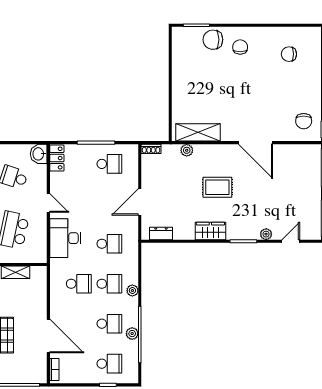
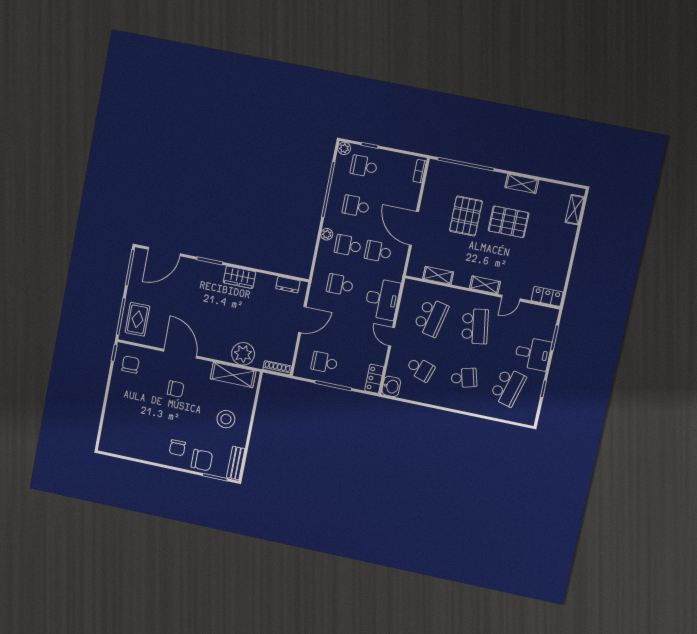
bench: (178, 44) -> (236, 463), added
chair: (289, 54) -> (176, 389), moved
stool: (197, 86) -> (226, 419), added
shoe rack: (151, 149) -> (277, 368), width x1.43
plant: (187, 150) -> (243, 354), width x1.87, depth x1.87
rug: (217, 187) -> (137, 319), moved, turned 90
plant: (266, 234) -> (187, 263), removed
door: (291, 241) -> (164, 252), width x1.88
plant: (132, 334) -> (344, 148), moved
door: (48, 336) -> (414, 228), moved

